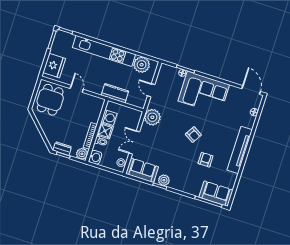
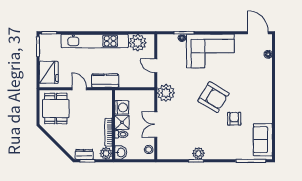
kitchen counter: (115, 93) -> (105, 81), moved
armchair: (193, 135) -> (213, 97), width x1.88, depth x1.88
tv unit: (240, 150) -> (266, 98), removed
sofa: (142, 170) -> (173, 150), removed
sofa: (216, 194) -> (263, 140), moved, turned -90

